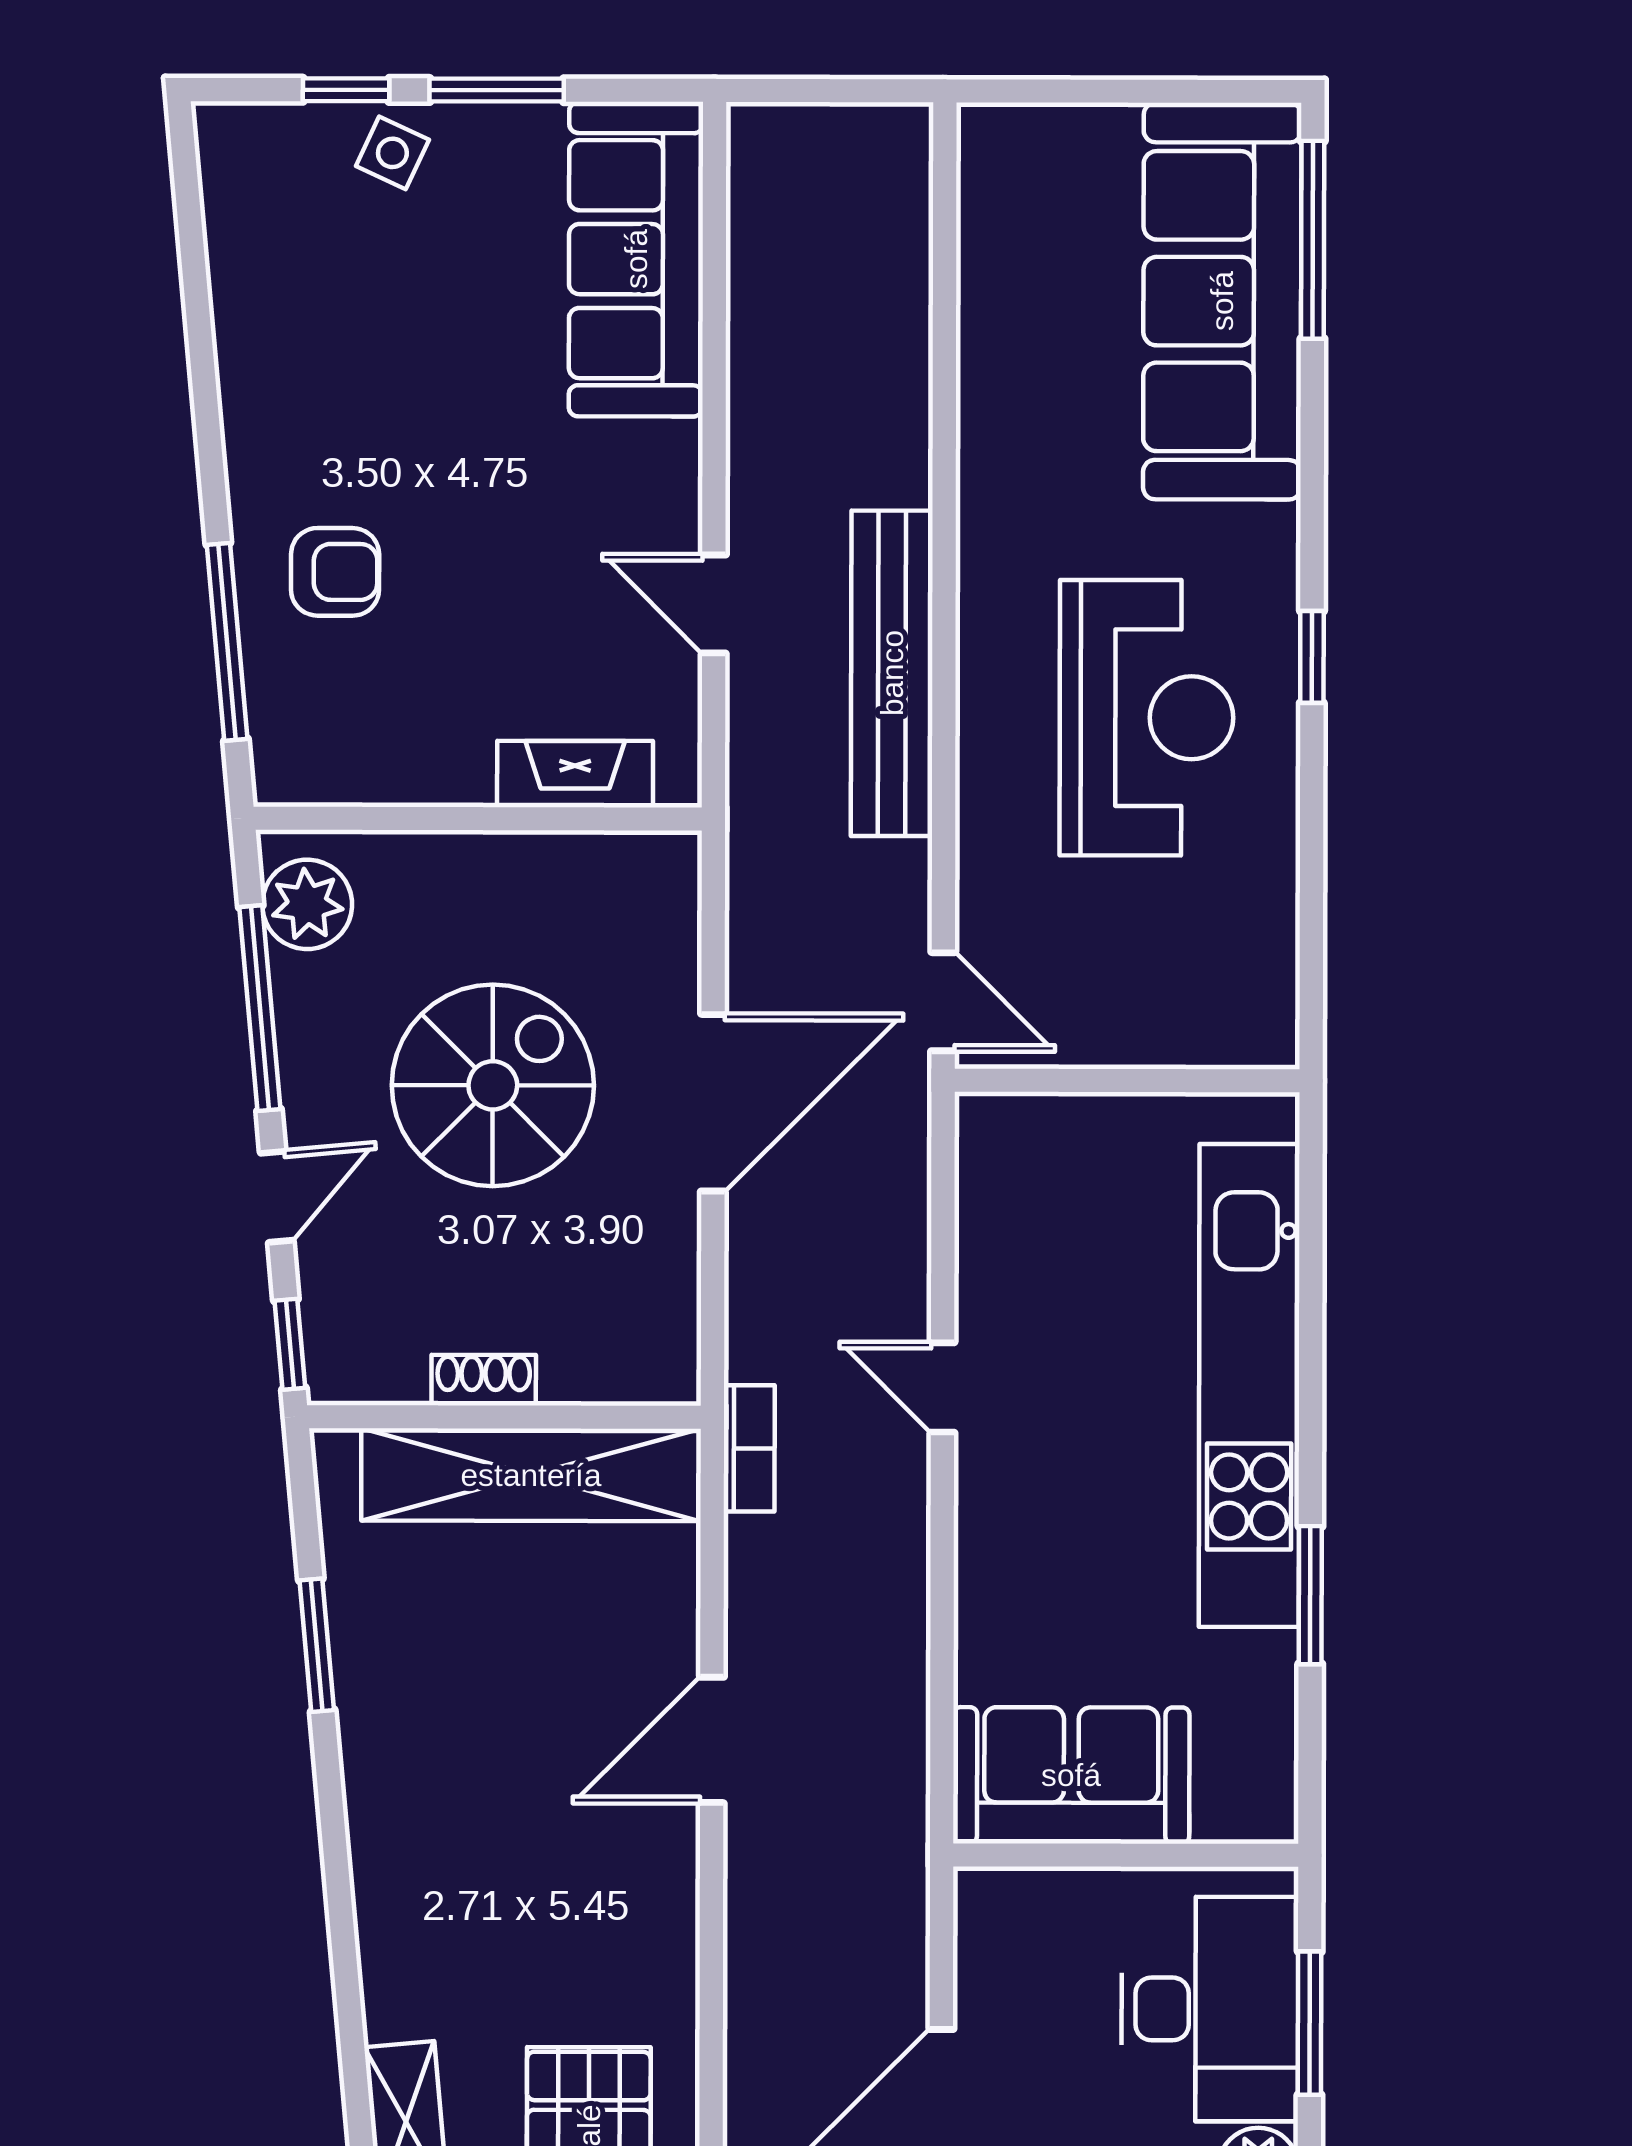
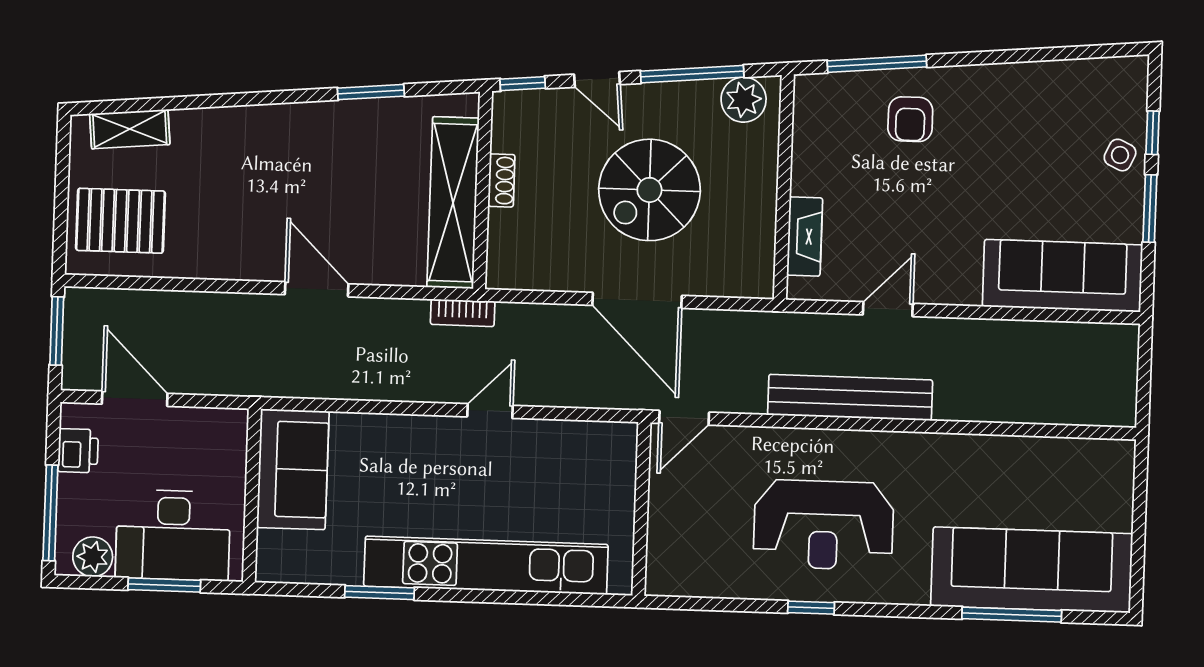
window: (1313, 240) -> (1012, 615), moved
window: (1312, 657) -> (811, 608), moved
spiral stairs: (493, 1085) -> (649, 190), turned 90

